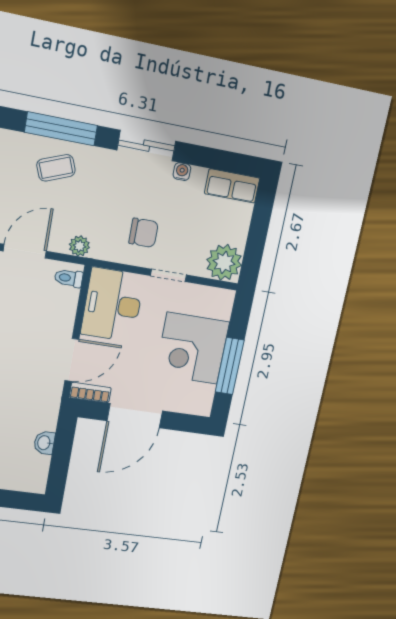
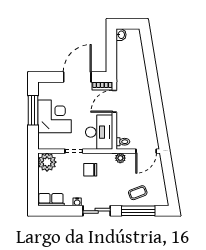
washbasin: (44, 443) -> (121, 35), moved

